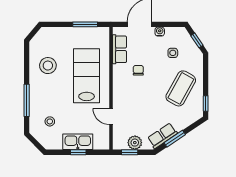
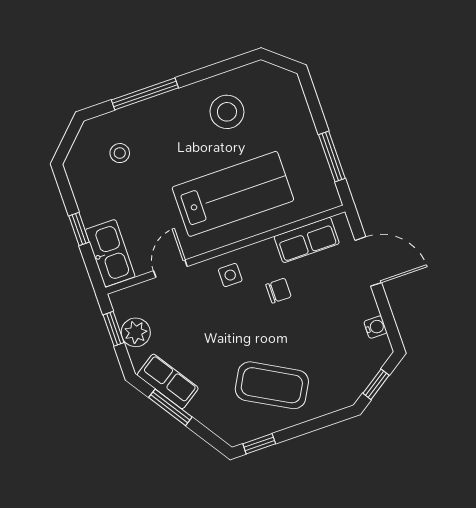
water cooler: (160, 32) -> (375, 327), moved
side table: (173, 53) -> (230, 275), moved
kitchen sink: (78, 142) -> (110, 253), moved

